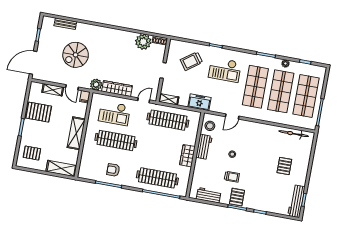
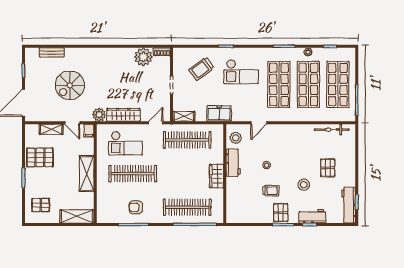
stool: (261, 177) -> (304, 185), added
workbench: (209, 195) -> (312, 216), moved

